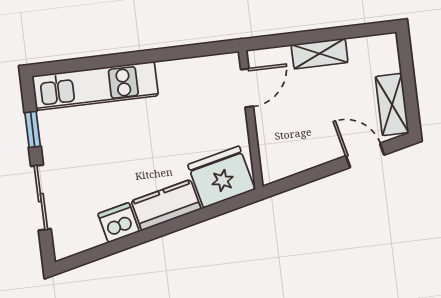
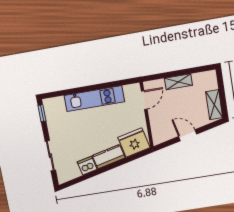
kitchen unit: (95, 86) -> (94, 99), moved
window: (33, 129) -> (42, 113), moved
door: (365, 155) -> (188, 135), moved

